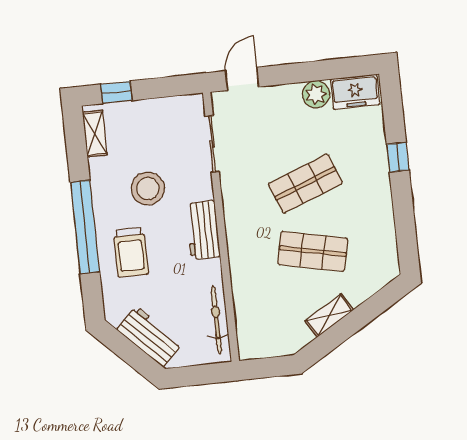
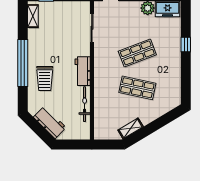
stool: (148, 189) -> (57, 47), removed
shelving: (329, 315) -> (131, 128), moved
bicycle: (216, 320) -> (85, 104), moved

